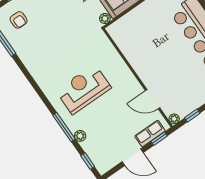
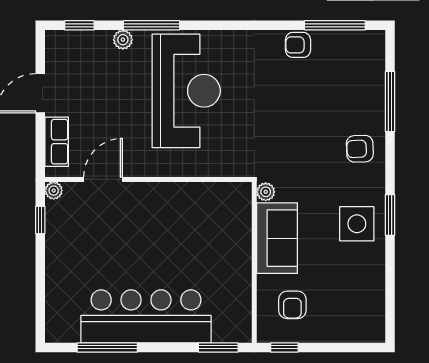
armchair: (19, 20) -> (298, 45), moved
reception desk: (83, 89) -> (186, 91), width x1.36, depth x1.30
window: (159, 139) -> (40, 150), removed

